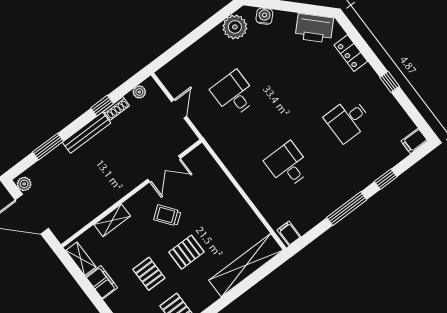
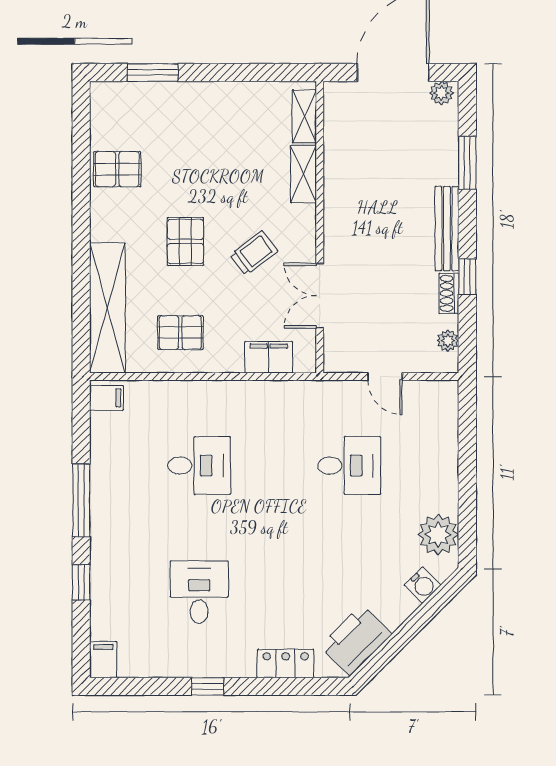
shelving: (81, 259) -> (304, 116), moved, turned 90
pallet: (149, 274) -> (180, 333), moved
filing cabinet: (102, 282) -> (269, 357), moved, turned 180

